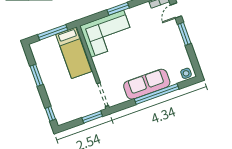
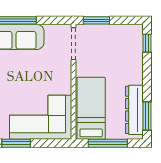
dresser: (42, 63) -> (134, 110), added
window: (37, 75) -> (147, 116), moved

